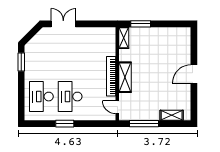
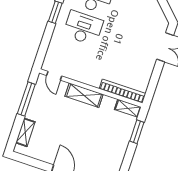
bookcase: (111, 76) -> (122, 91), moved
door: (117, 107) -> (54, 76), swing flipped

